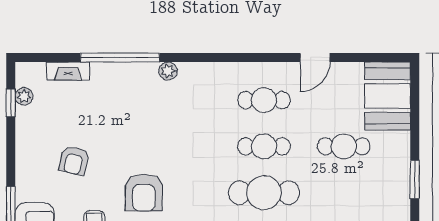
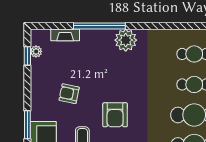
plant: (168, 71) -> (126, 40), width x1.88, depth x1.88
armchair: (74, 160) -> (69, 94), turned 89

